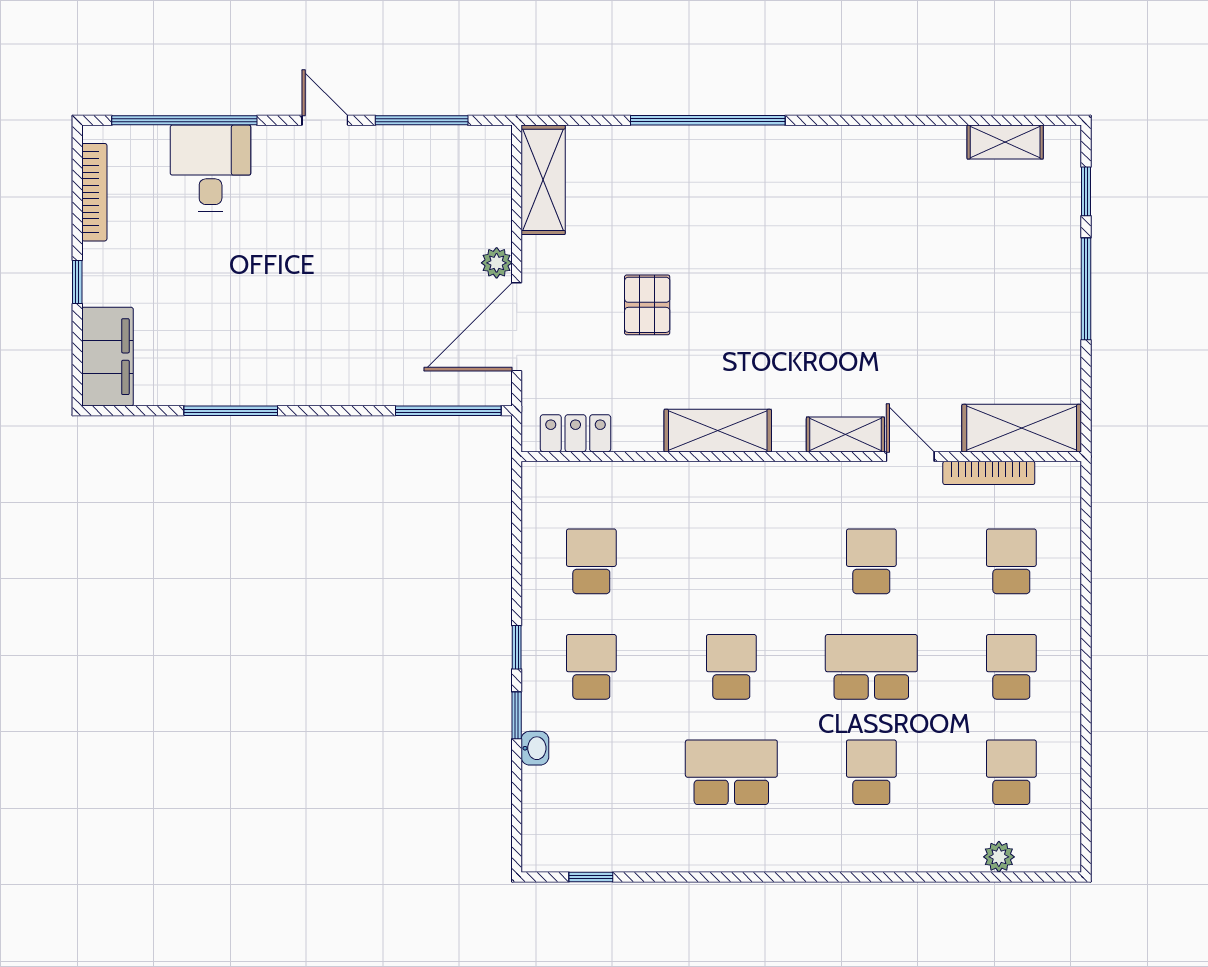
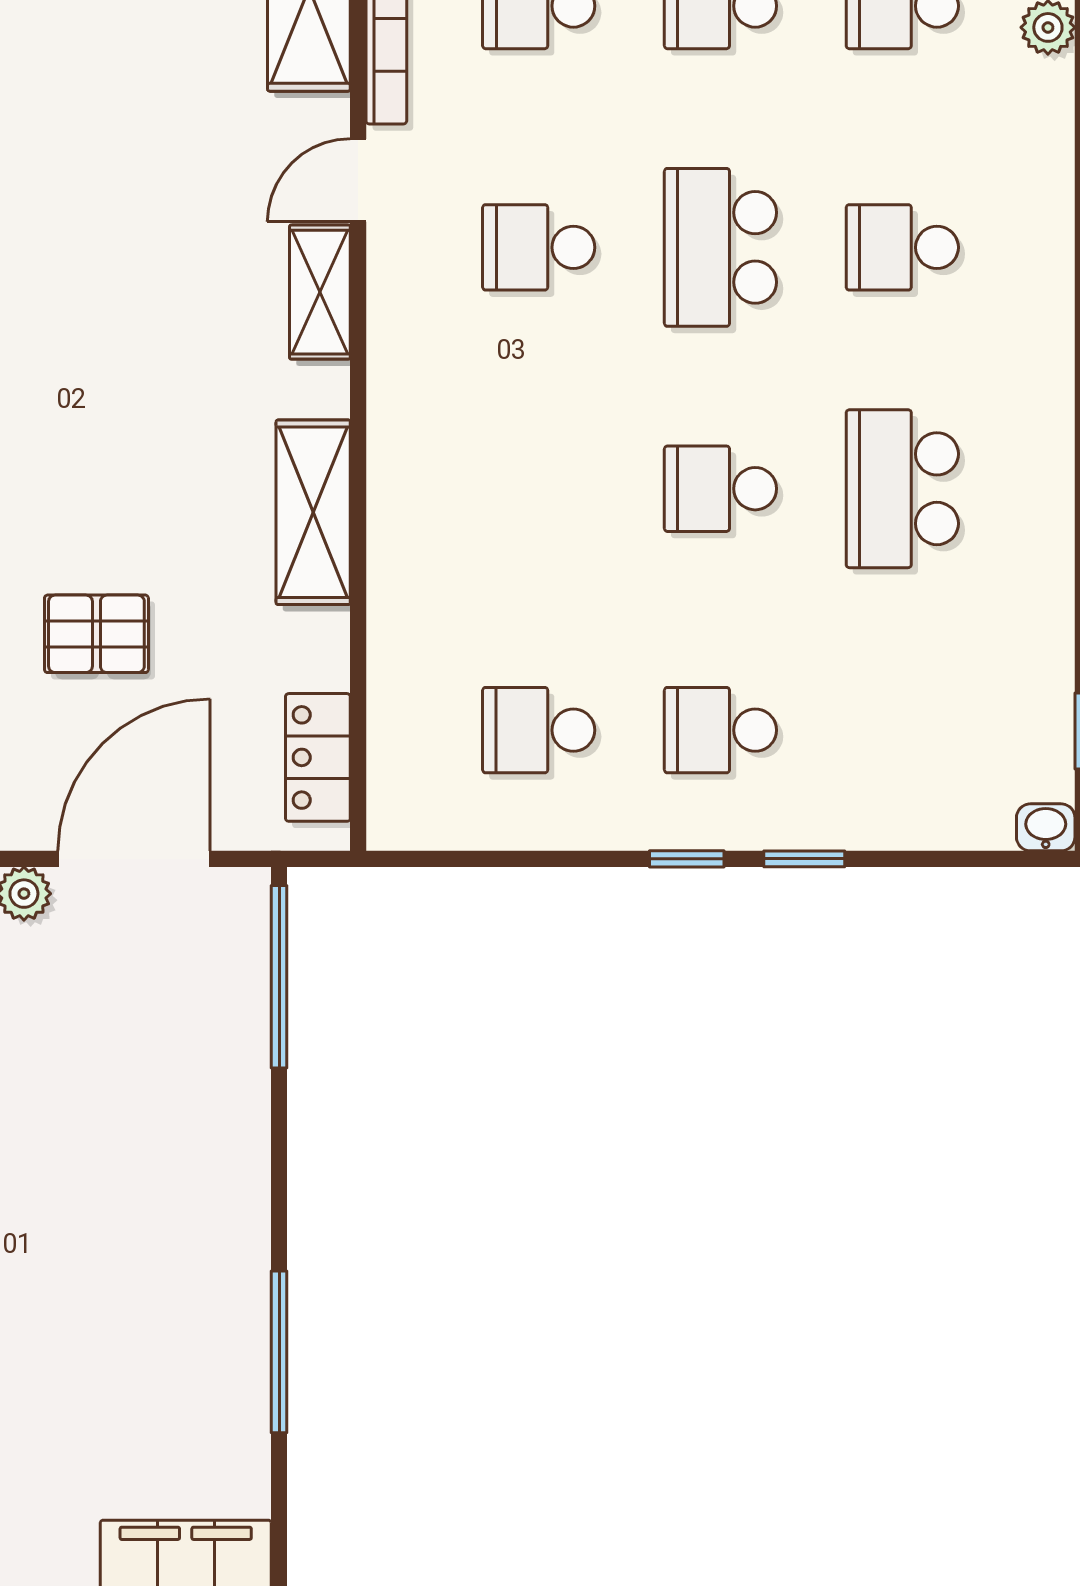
door: (517, 327) -> (134, 859), swing flipped
washbasin: (535, 748) -> (1046, 827), moved

